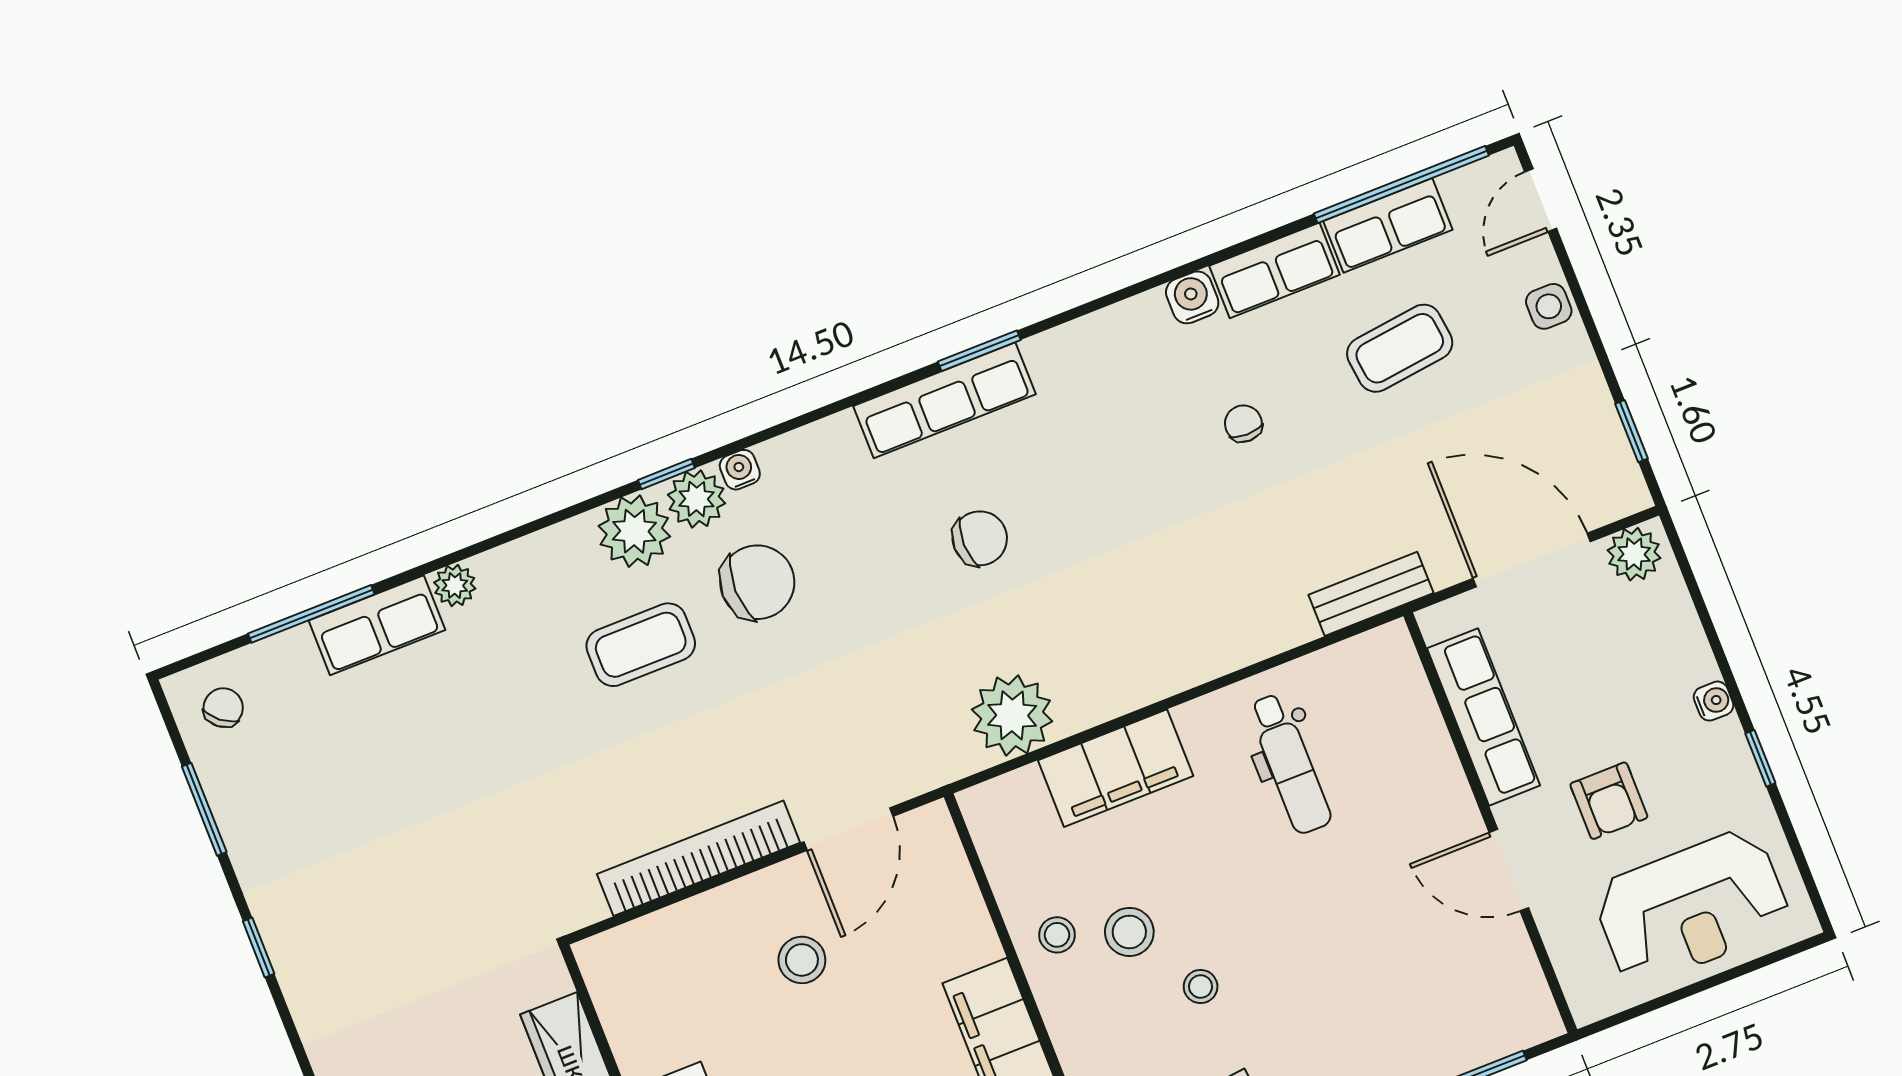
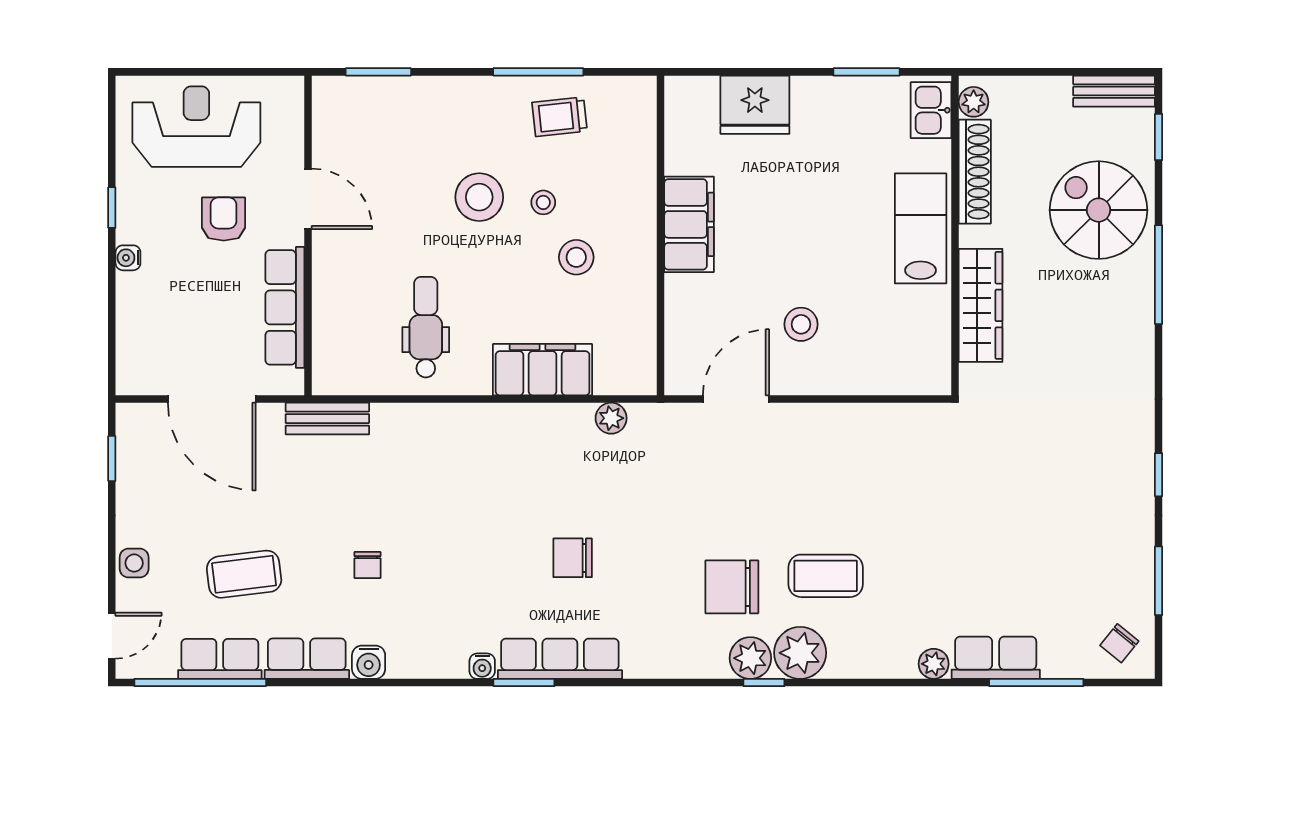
water cooler: (740, 470) -> (482, 666), moved
plant: (1634, 554) -> (142, 376), removed
plant: (1012, 715) -> (611, 418), width x0.53, depth x0.53
bookcase: (699, 858) -> (843, 419), removed
stool: (1057, 935) -> (479, 197), moved, width x1.89, depth x1.89

